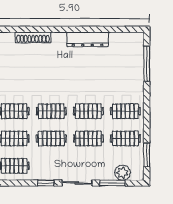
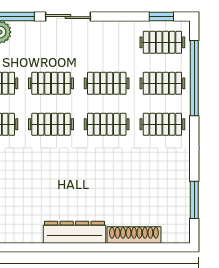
dresser: (88, 39) -> (74, 232), moved
window: (46, 183) -> (161, 17), moved

